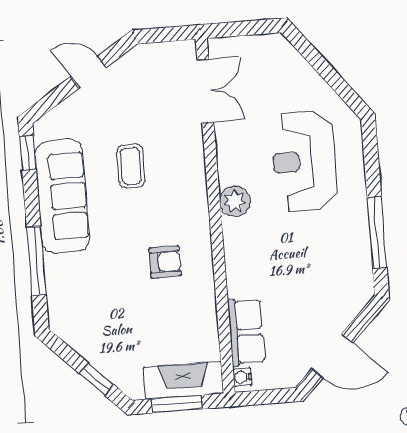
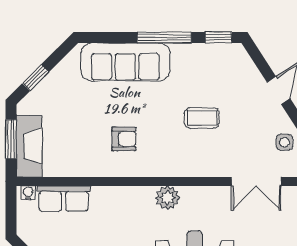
side table: (153, 59) -> (284, 142), added
sofa: (62, 196) -> (125, 62), moved
window: (36, 261) -> (164, 37), moved
armchair: (165, 262) -> (124, 139), turned -90

